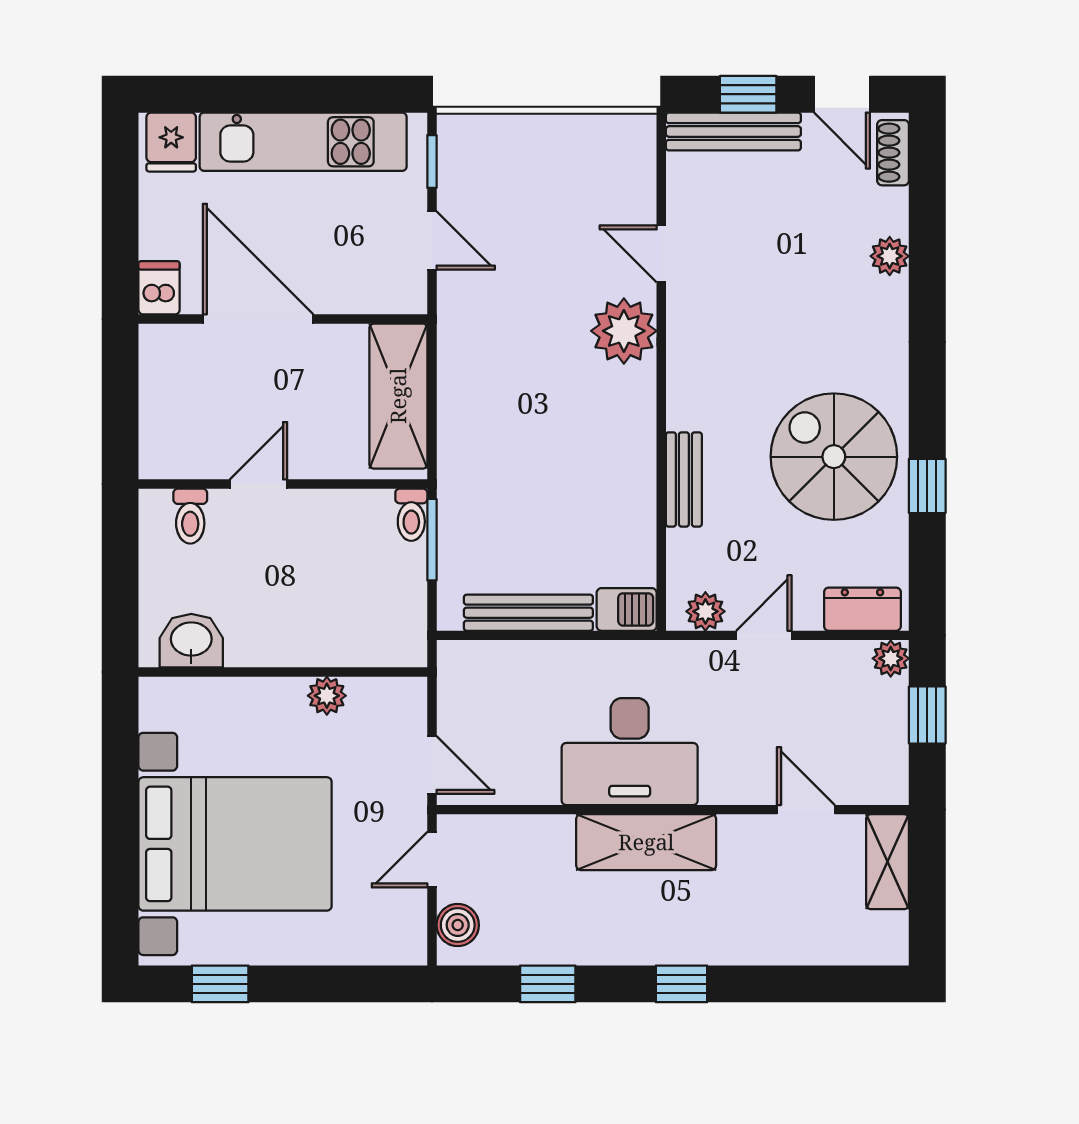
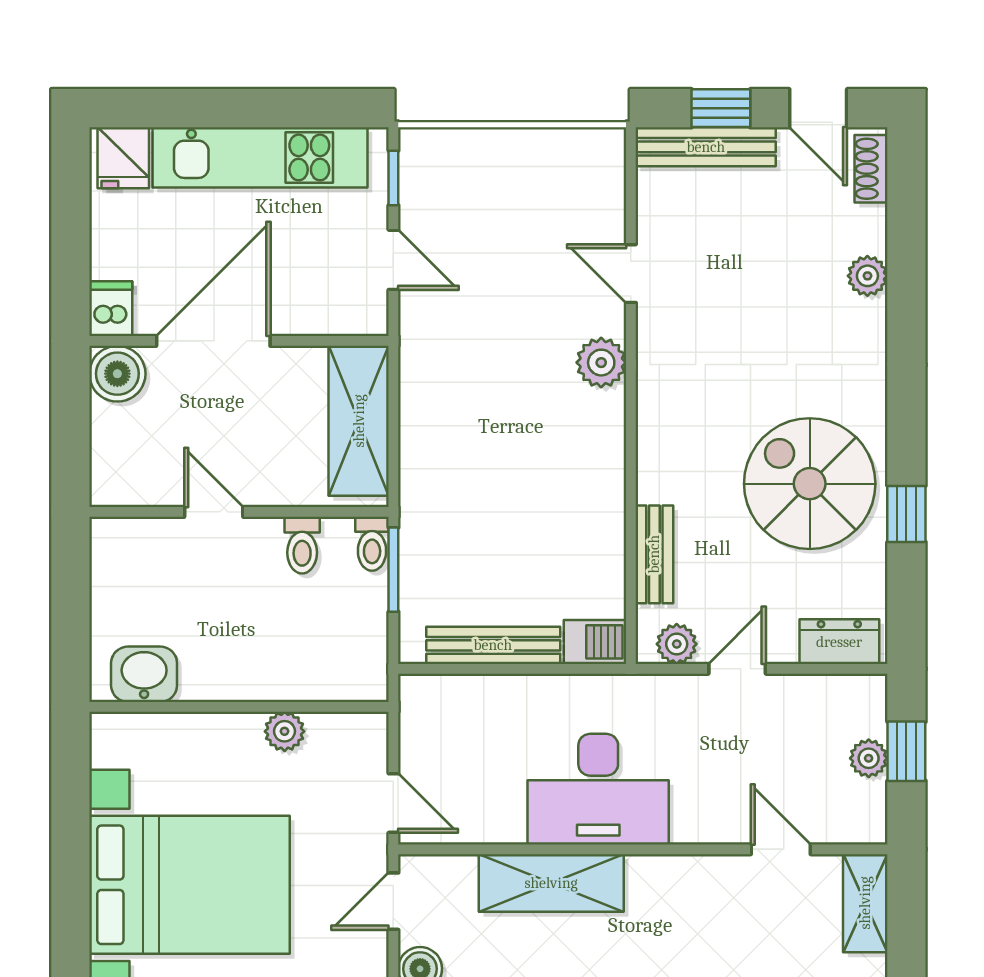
door: (258, 319) -> (213, 341), hinge flipped
plant: (624, 331) -> (601, 363), width x0.73, depth x0.73
boiler: (165, 351) -> (117, 374), added
bench: (684, 479) -> (654, 554), moved
door: (259, 484) -> (214, 512), hinge flipped
toilet: (190, 516) -> (302, 545), moved
plant: (891, 658) -> (869, 758), moved
shelving: (646, 842) -> (551, 883), moved

